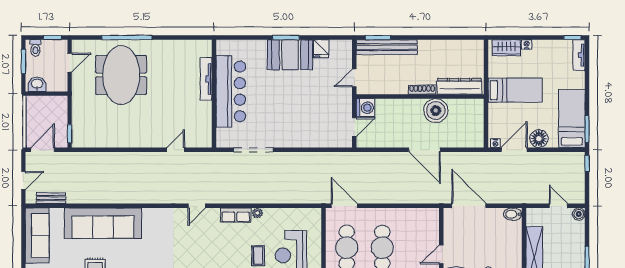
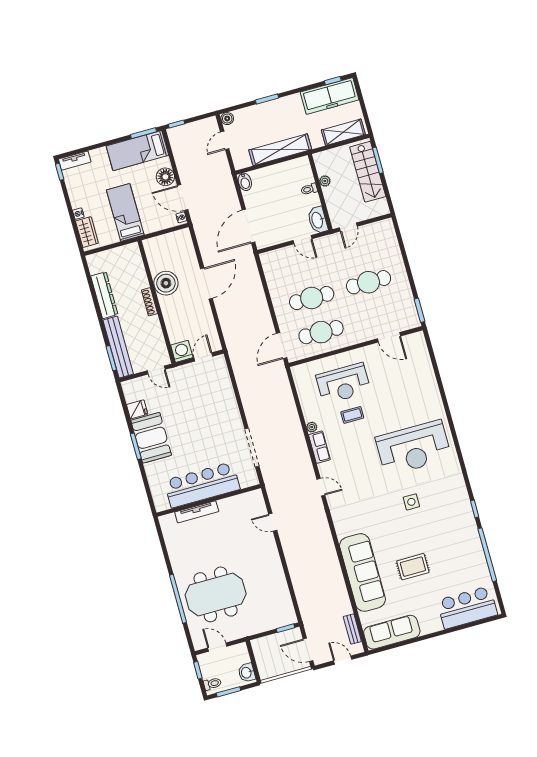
dresser: (459, 86) -> (104, 295), moved, turned 180
door: (354, 127) -> (203, 357), hinge flipped

